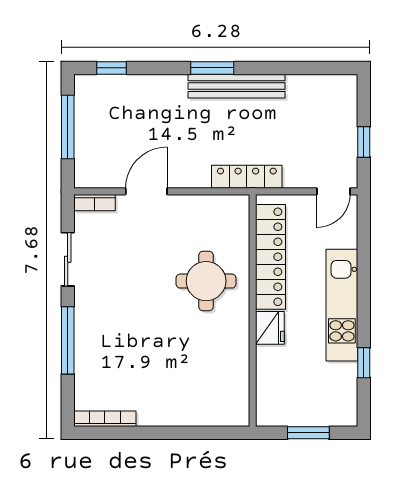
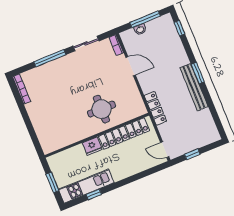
washbasin: (83, 144) -> (140, 29), added
kitchen unit: (342, 305) -> (86, 186), moved

